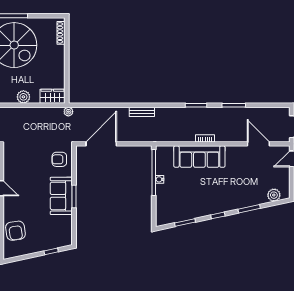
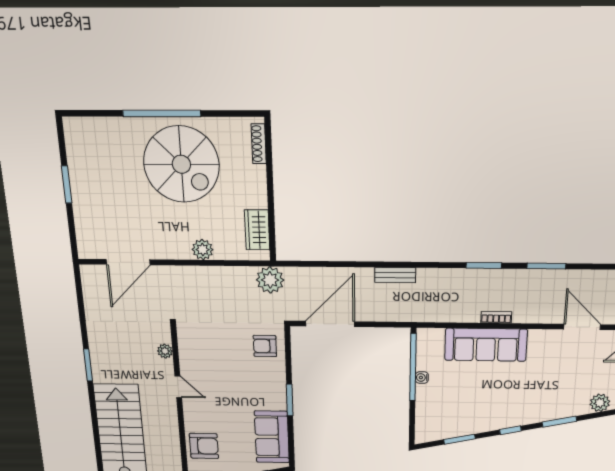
wardrobe: (53, 96) -> (257, 230), moved, turned -90
plant: (68, 112) -> (270, 280), width x1.87, depth x1.87
sofa: (61, 196) -> (272, 437), moved
armchair: (15, 231) -> (204, 446), turned -81

